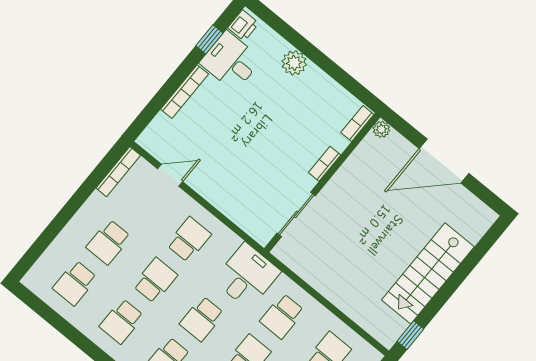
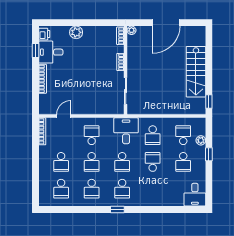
school desk: (155, 280) -> (92, 162), turned 180

